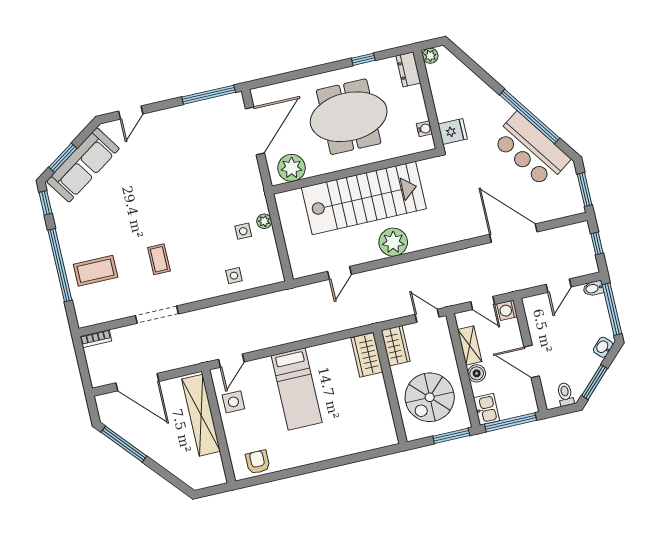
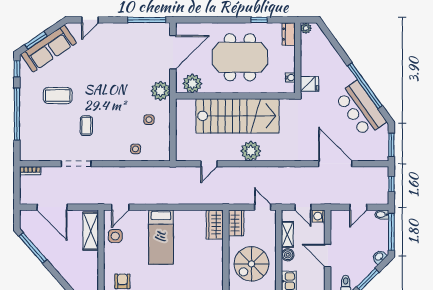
plant: (264, 221) -> (160, 91), moved, width x1.88, depth x1.88
coffee table: (96, 271) -> (58, 96), moved
shelving: (201, 415) -> (91, 231), width x0.68

